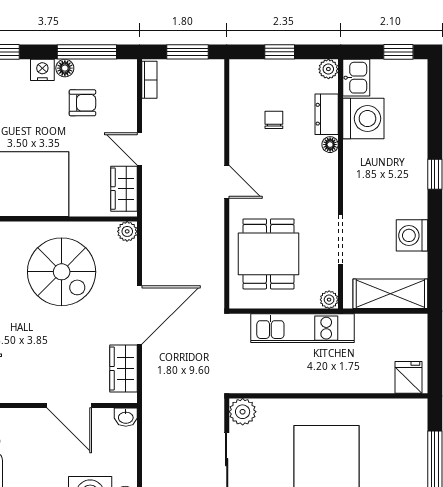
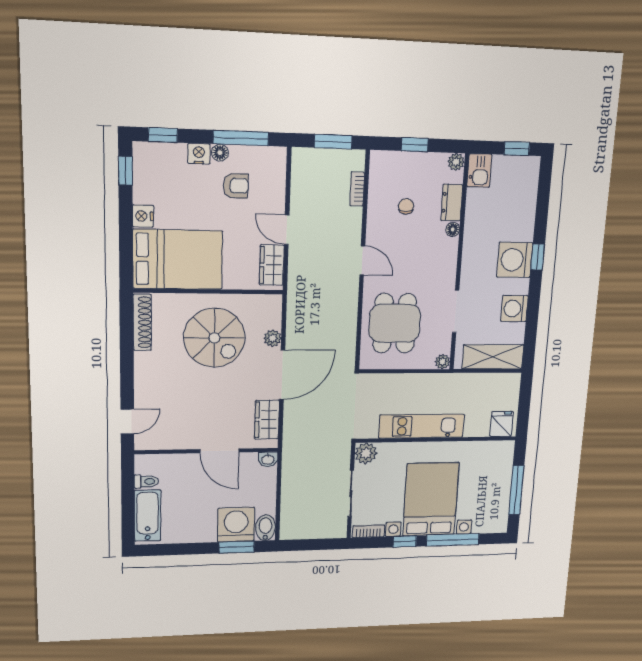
bookcase: (149, 80) -> (357, 189), moved, turned 180
washing machine: (363, 119) -> (515, 260), moved, turned 180
plant: (127, 231) -> (273, 338), moved
kitchen unit: (302, 328) -> (421, 426), moved, turned 180

